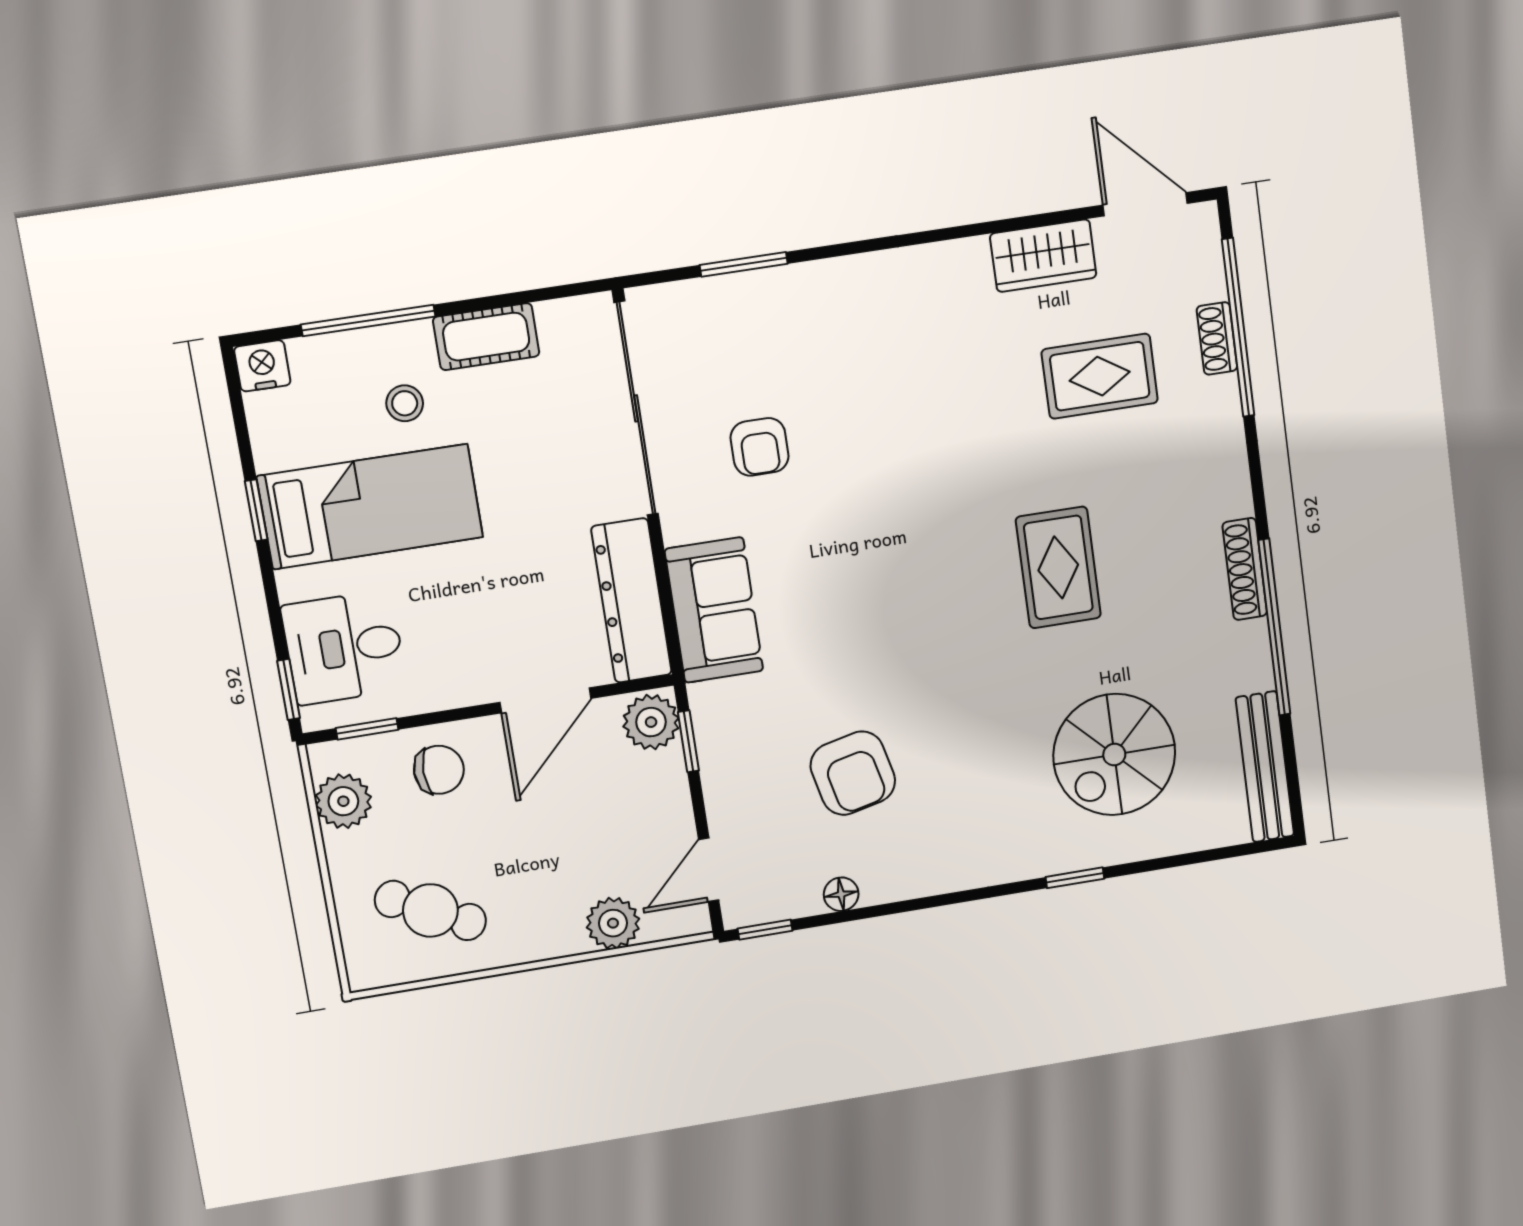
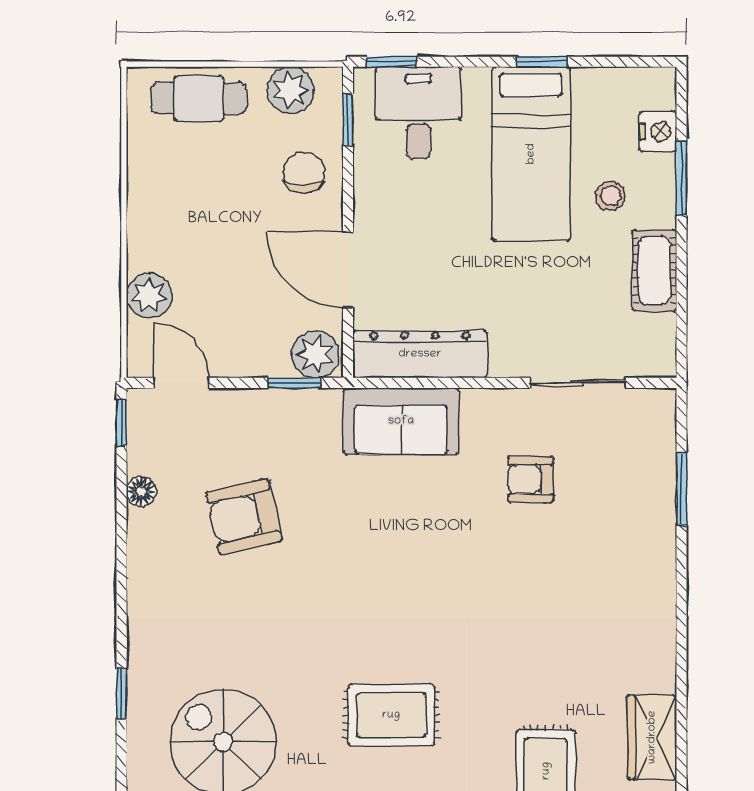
window: (368, 321) -> (681, 178), width x0.69
nightstand: (262, 366) -> (658, 132), moved
sliding door: (636, 408) -> (578, 383), width x0.54
chair: (439, 770) -> (304, 173), turned 180
cafe table: (430, 910) -> (199, 98), moved, turned 63

